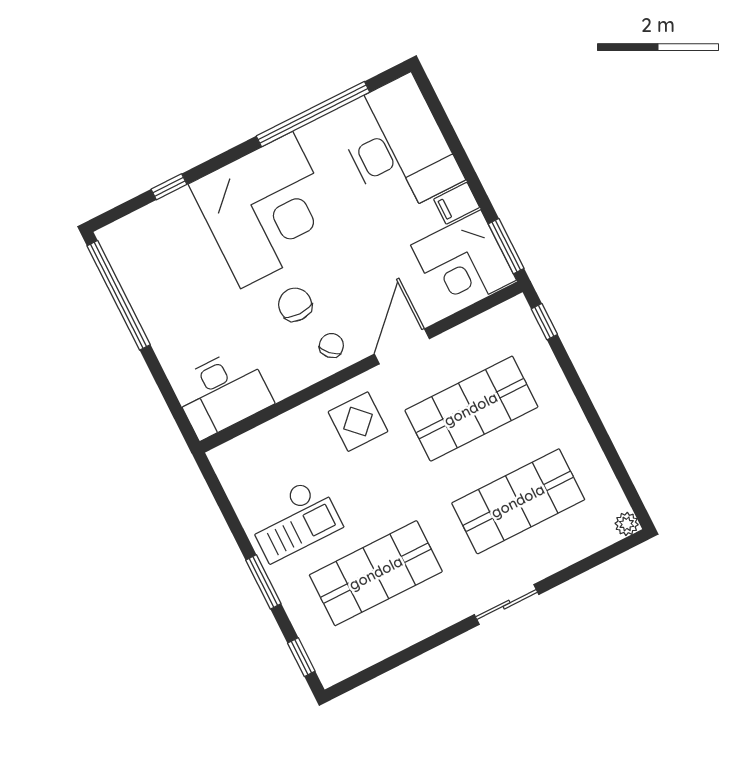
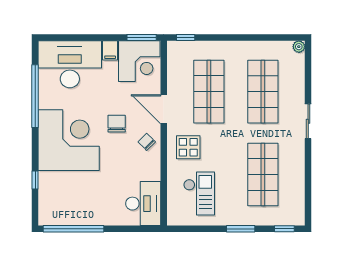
chair: (295, 305) -> (117, 124), moved, turned 90
checkout: (294, 520) -> (199, 193), moved

